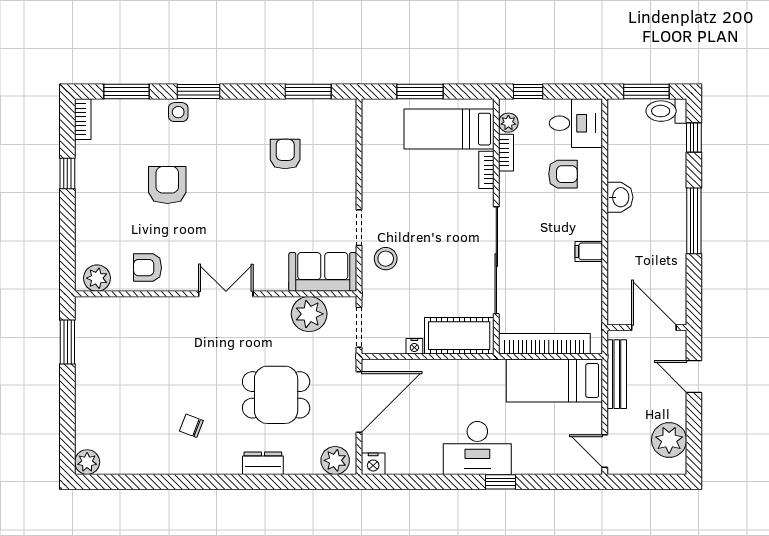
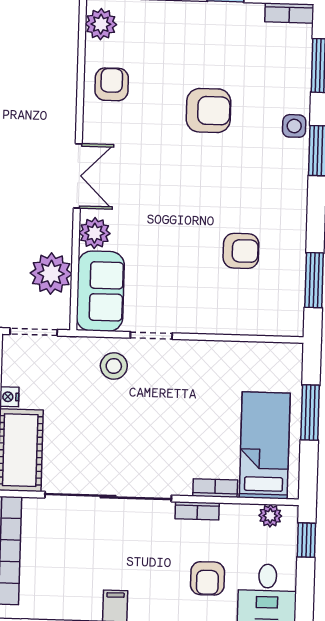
bookcase: (506, 153) -> (197, 511), moved
plant: (274, 278) -> (95, 233), added

